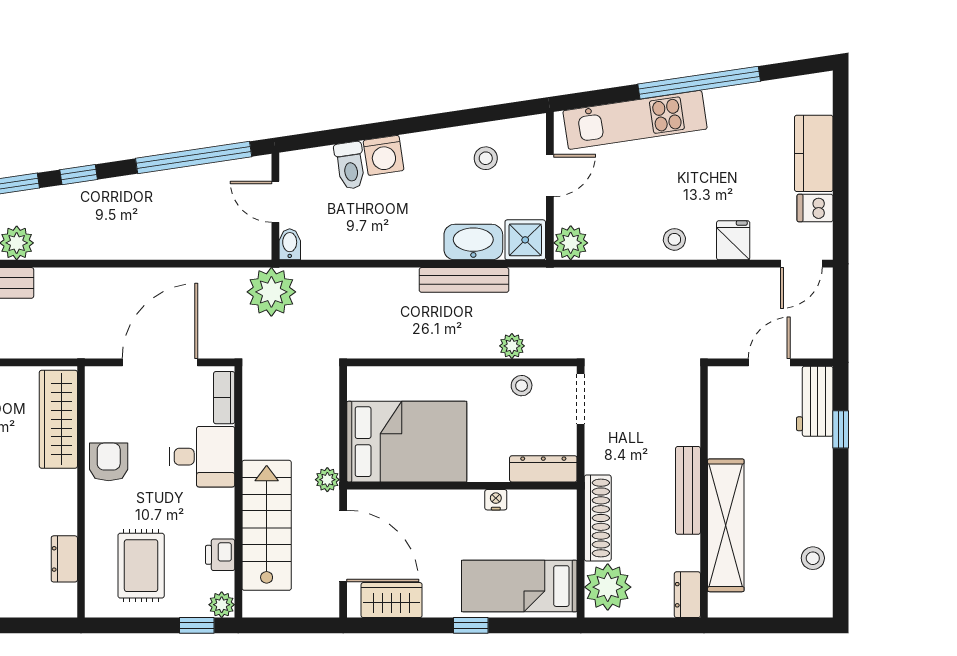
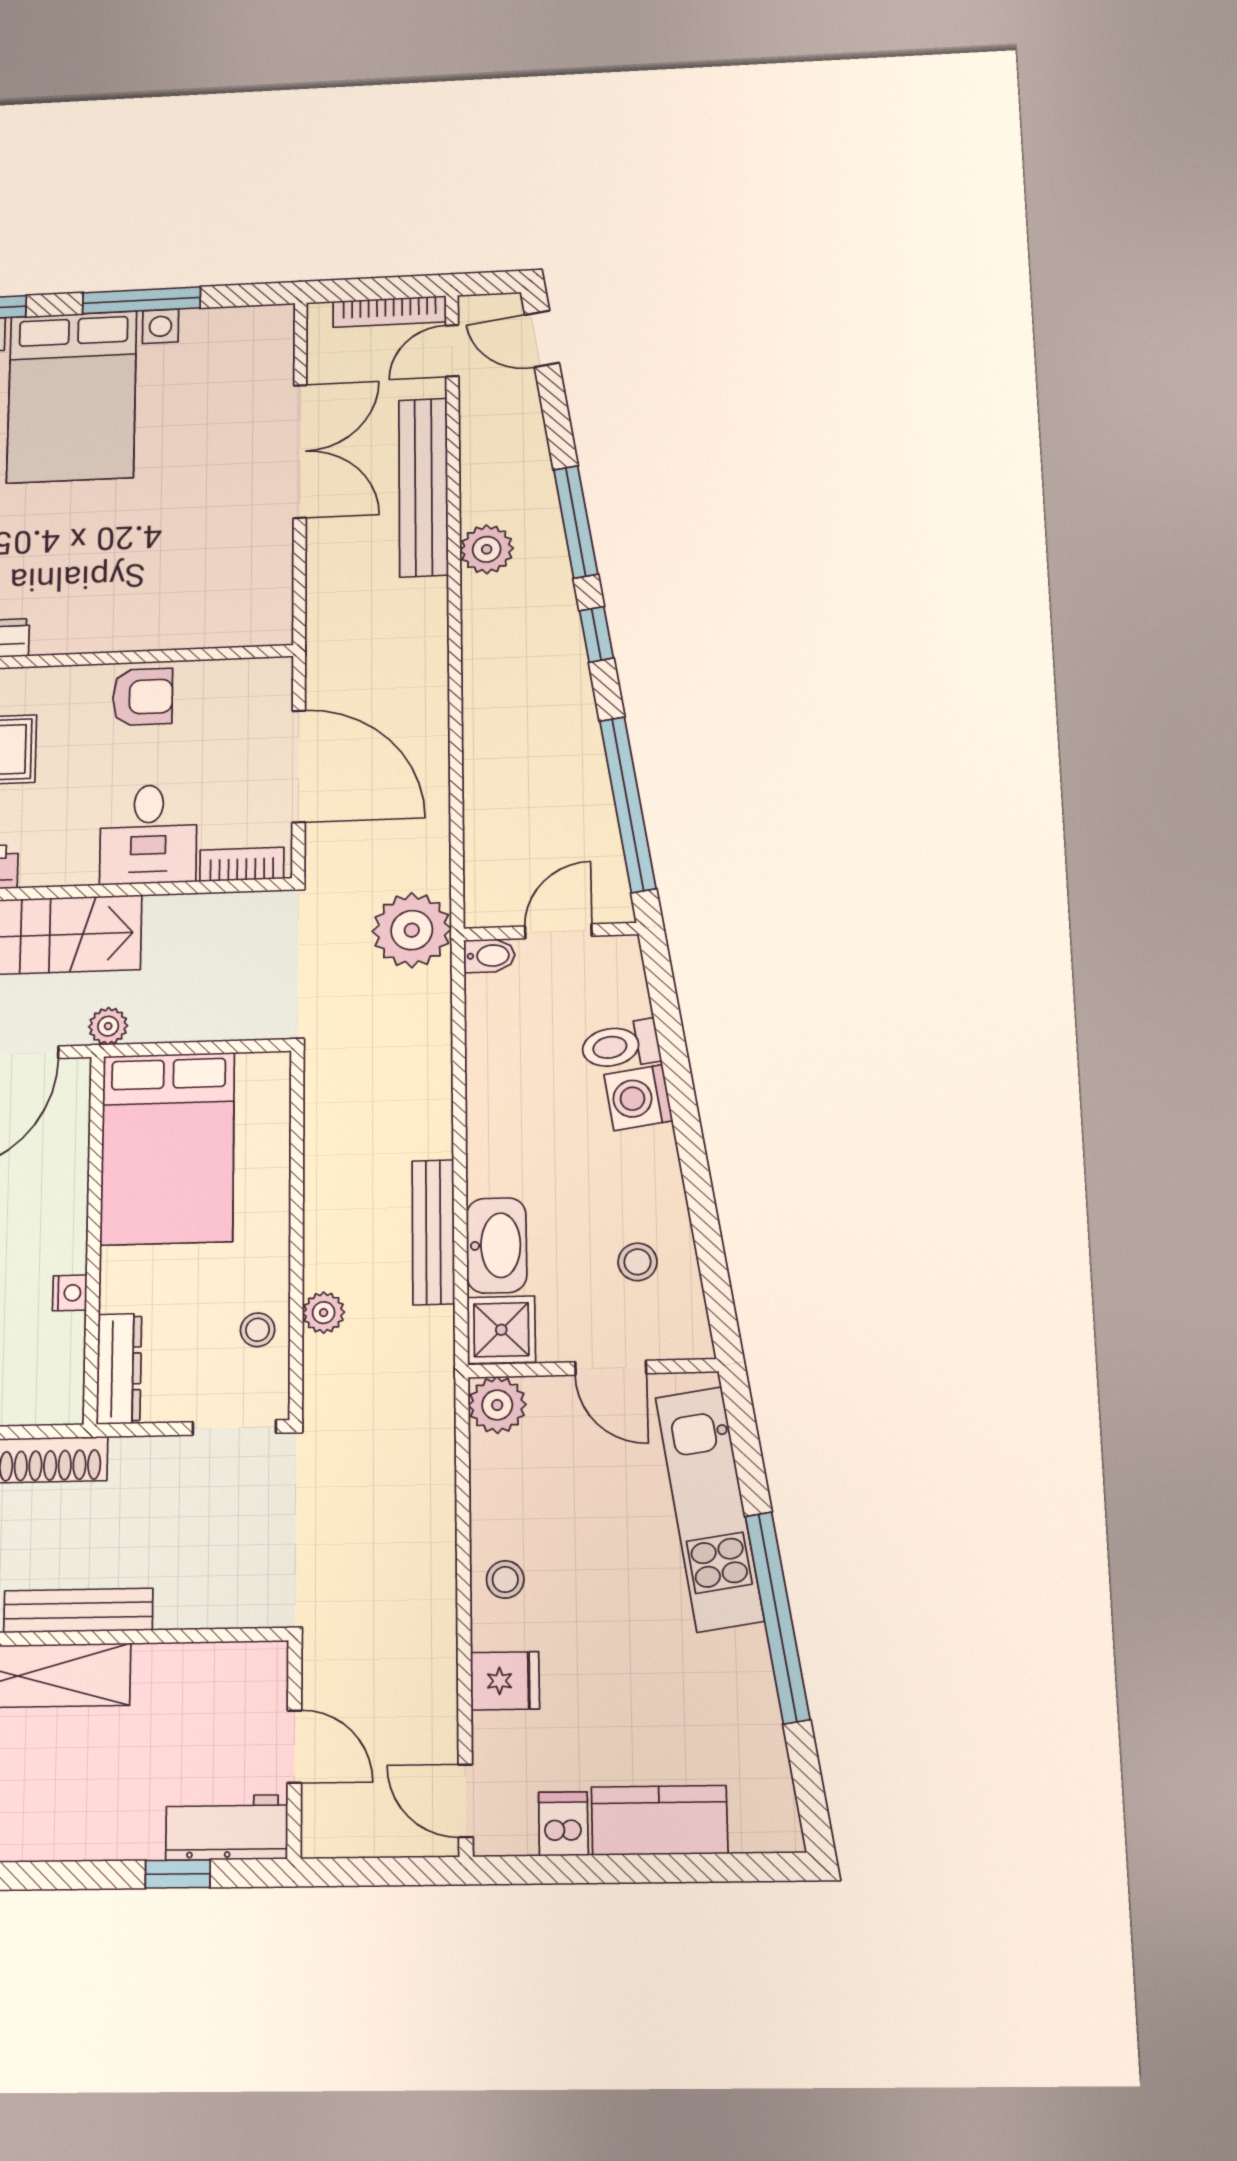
wardrobe: (58, 419) -> (210, 621), removed

